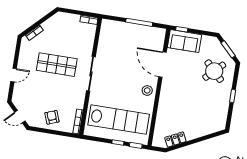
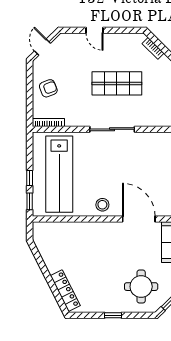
shop shelf: (57, 65) -> (117, 83), turned 90
door: (163, 65) -> (139, 219), hinge flipped
round table: (214, 71) -> (141, 287), turned 45
locker: (175, 139) -> (65, 291), moved, width x1.53

